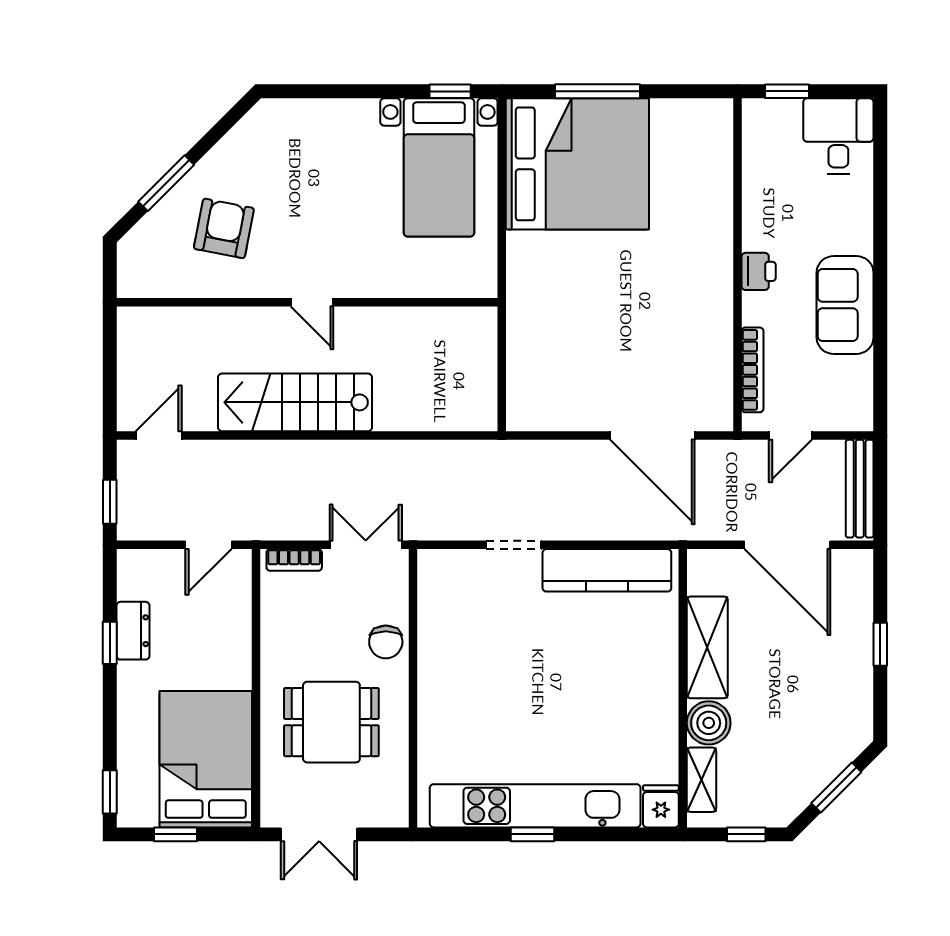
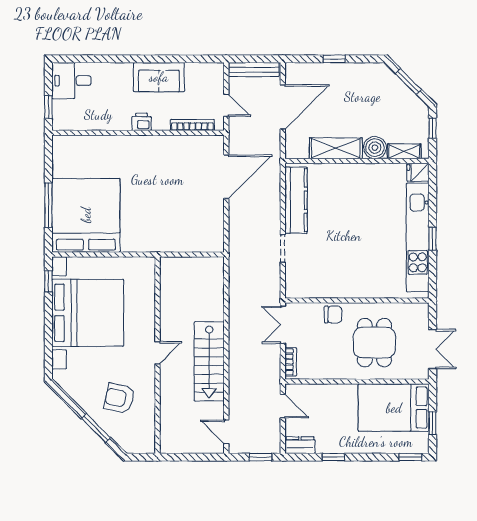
bed with nightstands: (439, 167) -> (88, 313), width x1.85
dresser: (133, 631) -> (300, 445), moved

